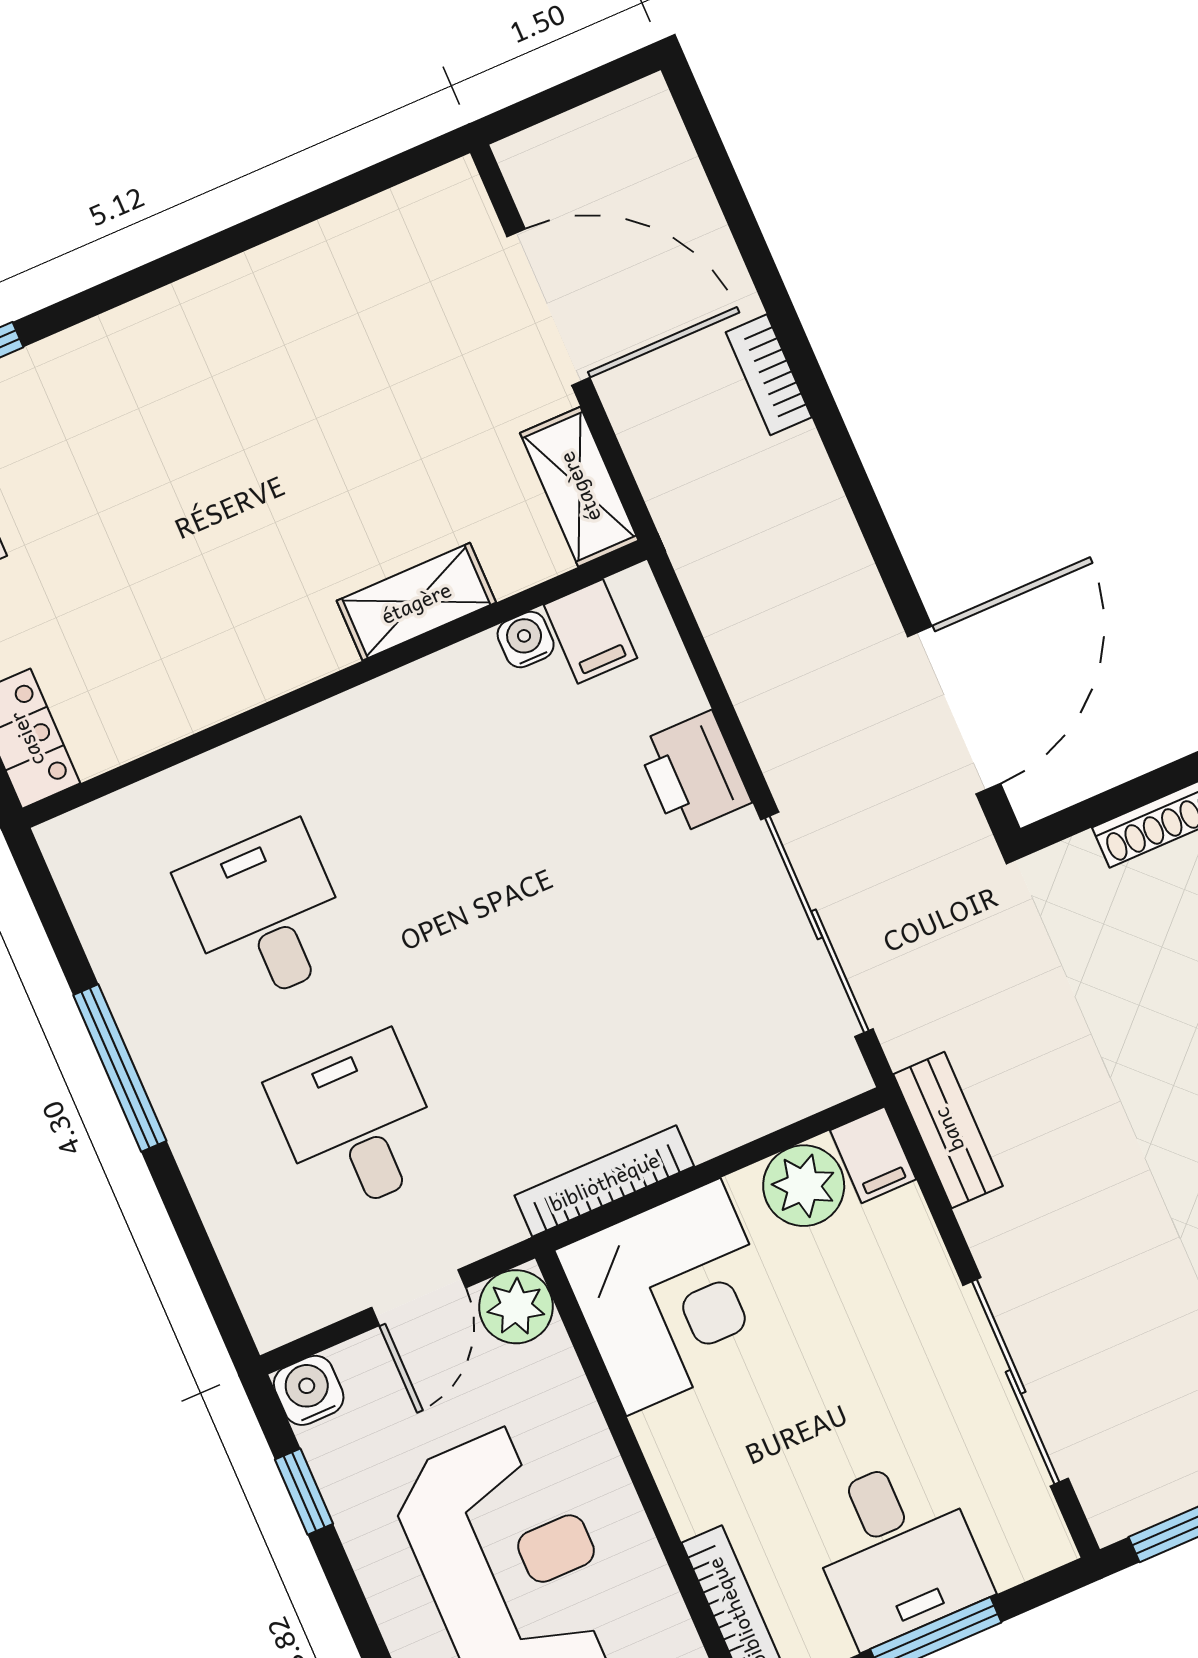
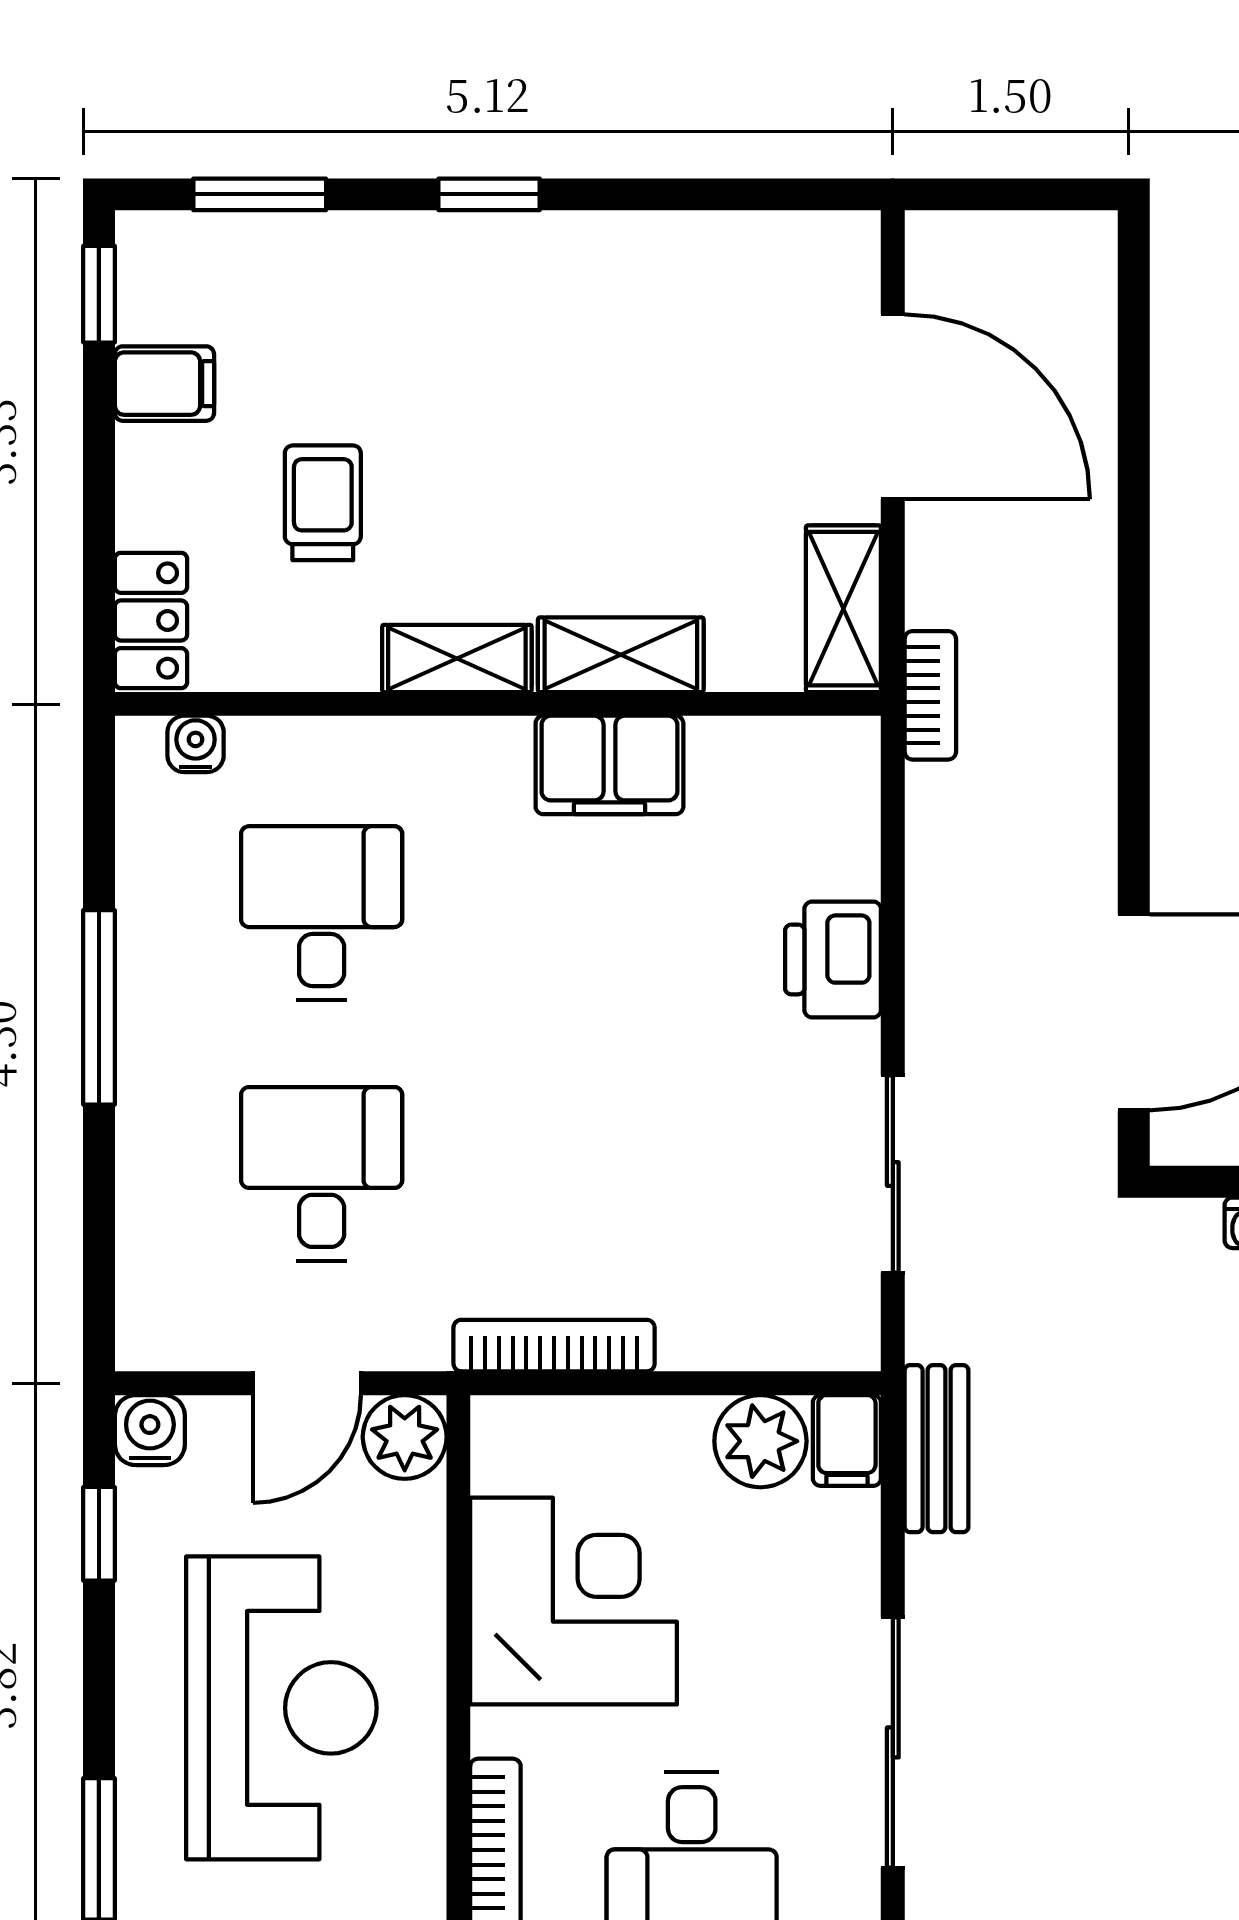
window: (149, 277) -> (489, 194), added
bookcase: (769, 375) -> (930, 695), moved, turned 180
trolley: (123, 584) -> (323, 503), added
filing cabinet: (590, 631) -> (609, 765), moved, width x2.00
water cooler: (526, 640) -> (196, 744), moved
shelving: (286, 662) -> (457, 658), added
sliding door: (817, 924) -> (893, 1174), width x0.73
corner desk: (673, 1297) -> (574, 1601), moved, turned -90

